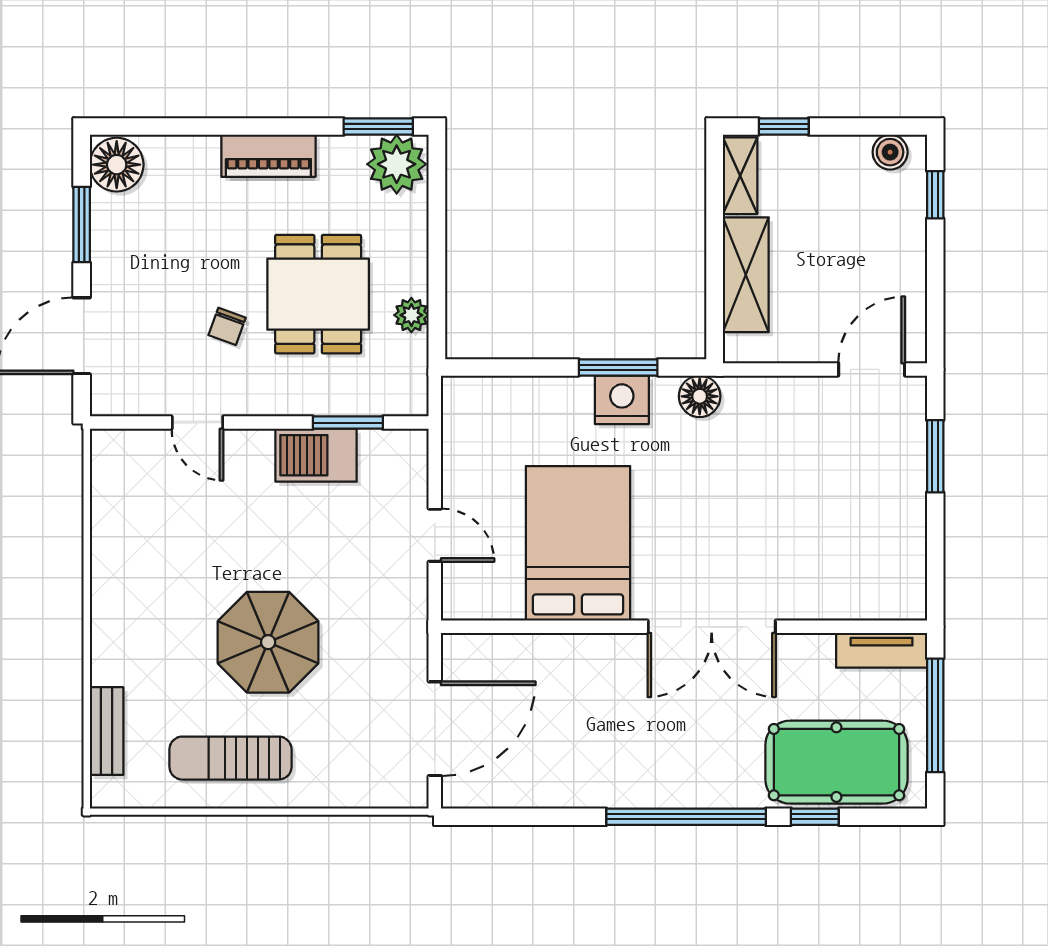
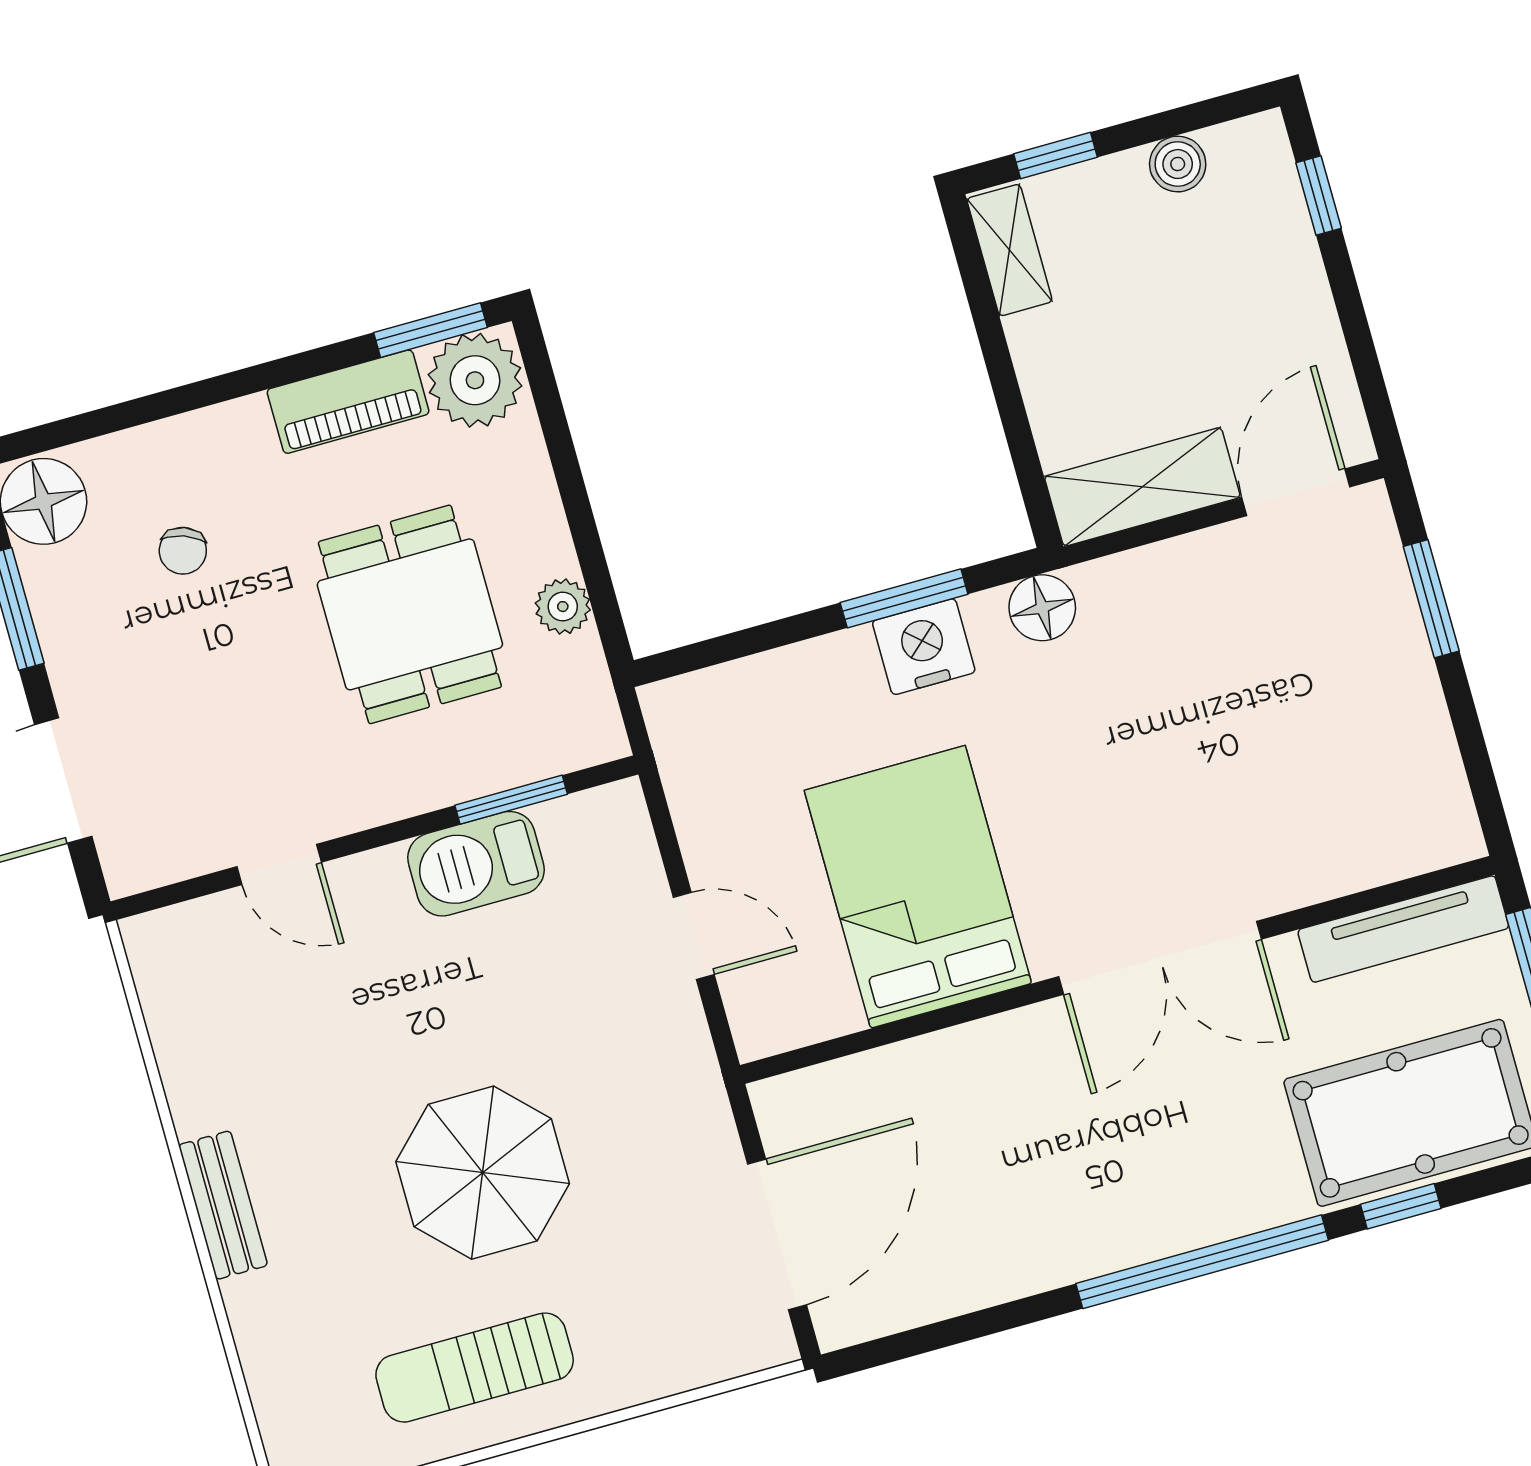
boiler: (890, 152) -> (1178, 164), moved
piano: (268, 156) -> (348, 402), moved
shelving: (746, 275) -> (1142, 487), moved, turned 90
chair: (227, 326) -> (183, 551), moved
tv unit: (882, 650) -> (1403, 929), width x1.41
bench: (107, 731) -> (223, 1205), moved

